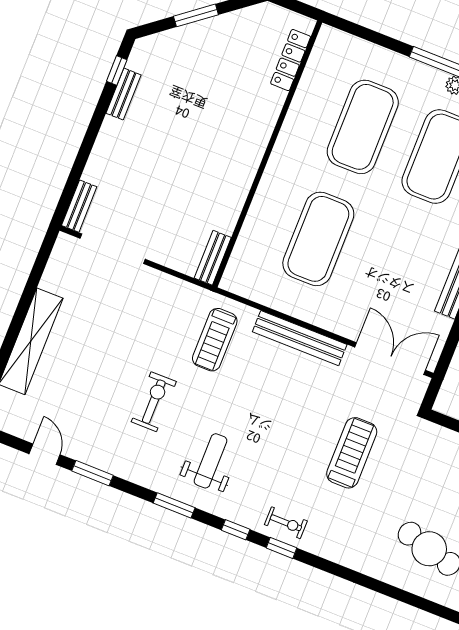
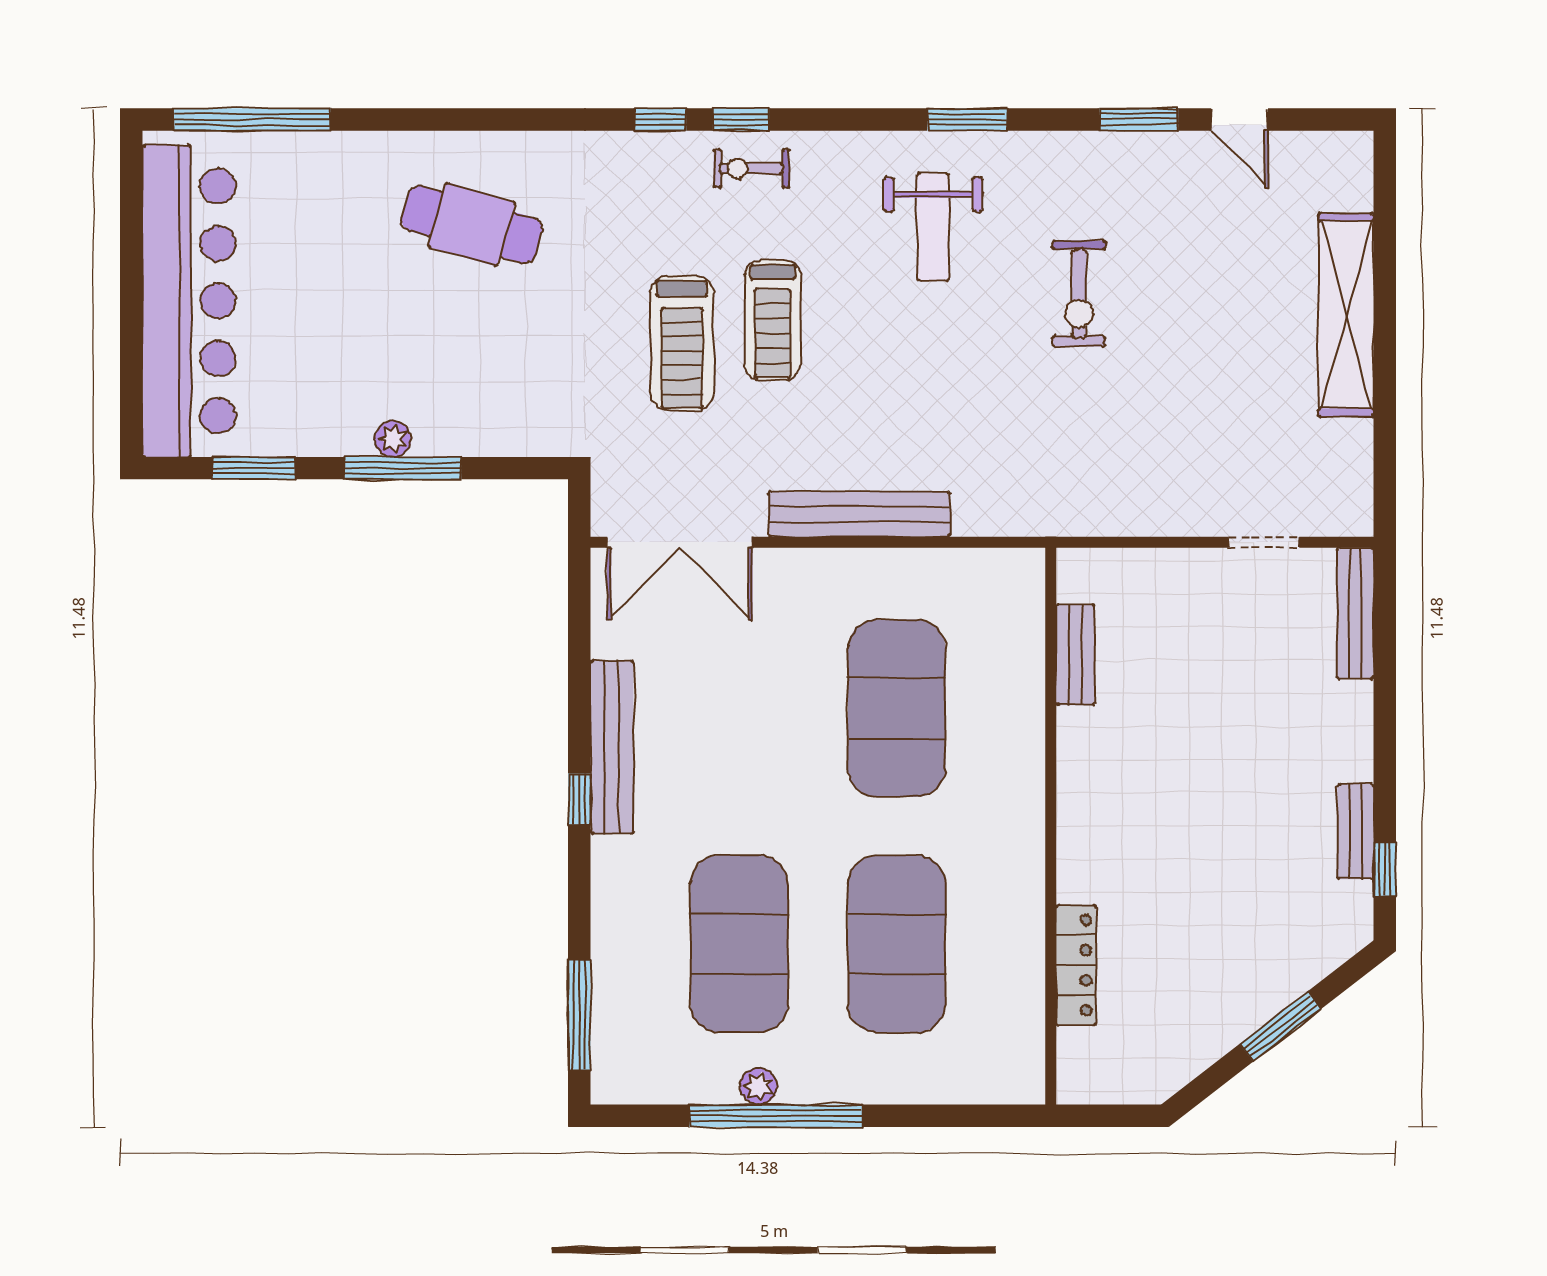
locker: (291, 60) -> (1076, 965), moved
bench: (79, 206) -> (1355, 613), width x1.36
doorway: (113, 249) -> (1264, 542), width x0.53
bench: (213, 258) -> (1075, 655), moved
treadmill: (215, 340) -> (773, 320), moved, turned 180
window: (236, 530) -> (660, 119), moved

